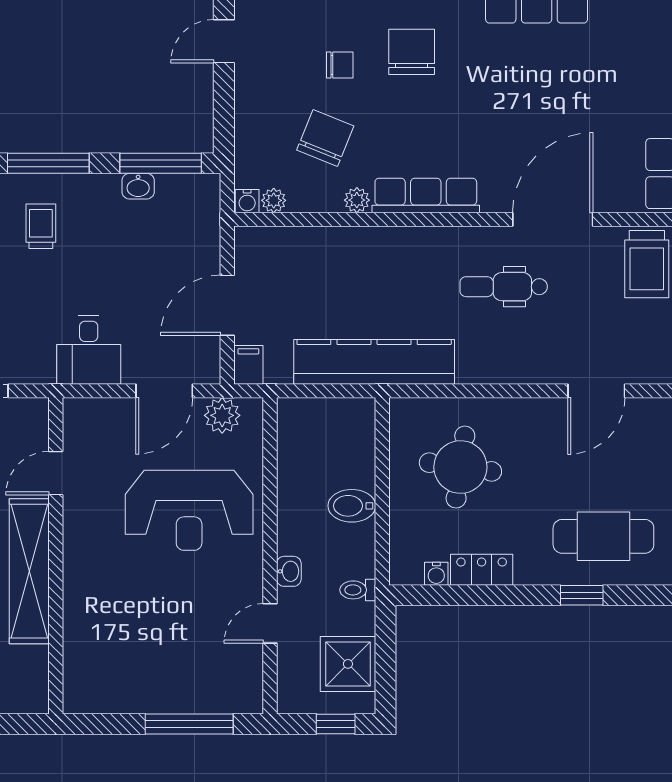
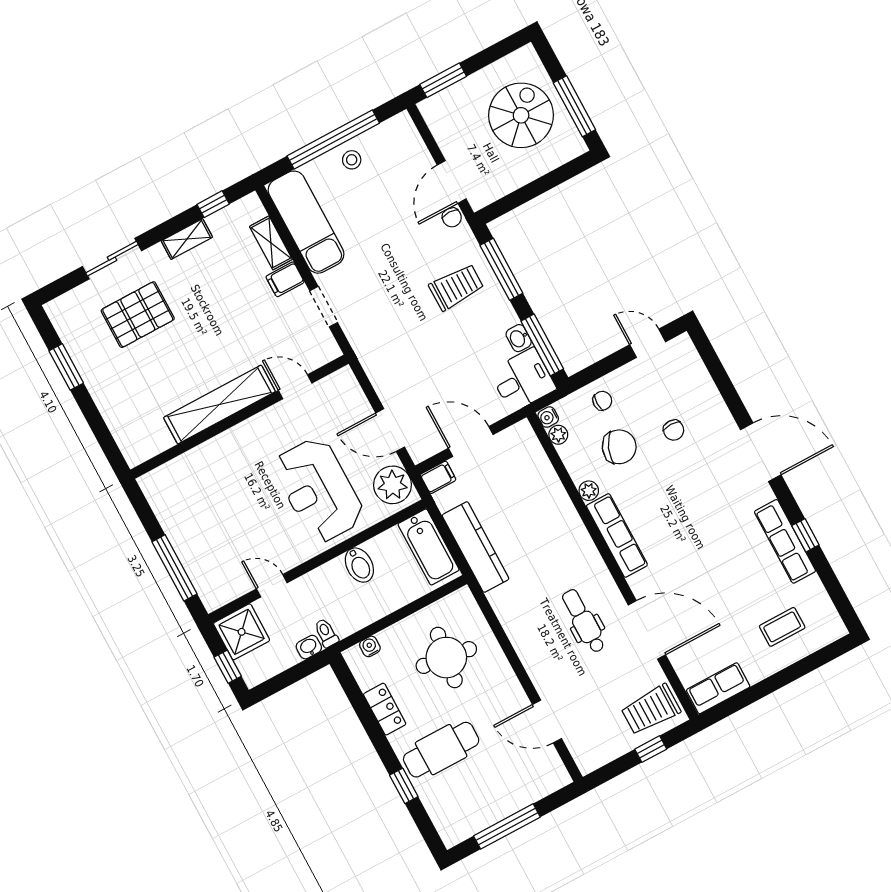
chair: (412, 52) -> (602, 401), moved, width x0.54, depth x0.54
coffee table: (633, 62) -> (782, 627), added
trolley: (41, 226) -> (456, 287), width x1.36, depth x1.39
desk: (89, 350) -> (523, 380), moved, turned 180
kitchen counter: (374, 362) -> (476, 547), width x0.72, depth x0.86
plant: (222, 415) -> (393, 485), width x1.36, depth x1.36
bathtub: (322, 419) -> (429, 547), added
bidet: (352, 506) -> (359, 565), moved, turned 180
cafe table: (603, 536) -> (441, 750), moved, turned 90
washbasin: (289, 571) -> (309, 647), moved, turned 180
water cooler: (436, 574) -> (370, 646), moved, turned 90
shower: (348, 664) -> (242, 632), moved

